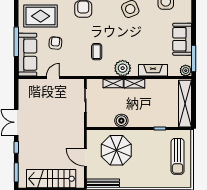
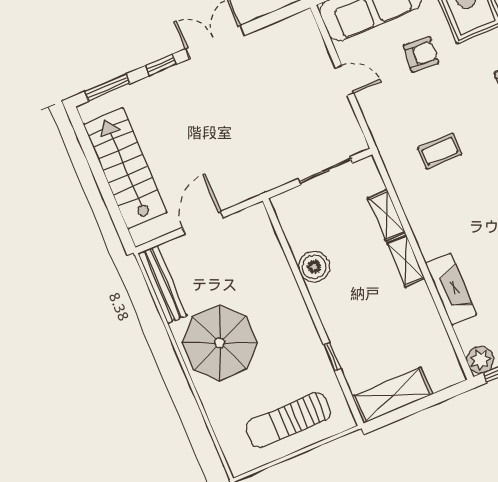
plant: (123, 68) -> (428, 222), removed
shelving: (185, 104) -> (392, 395), width x0.68
parasol: (116, 150) -> (220, 343), moved

